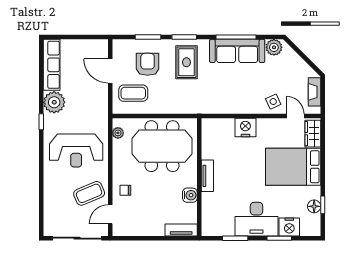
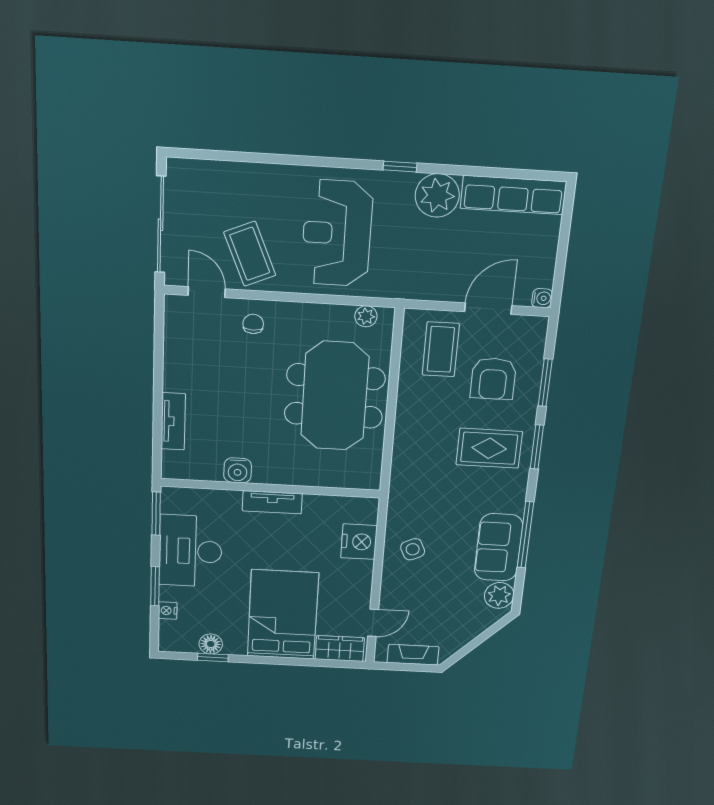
water cooler: (103, 44) -> (542, 298), added
sofa: (237, 51) -> (499, 547), width x0.73
armchair: (148, 64) -> (493, 379), turned 90
side table: (273, 102) -> (413, 549), moved
tv unit: (207, 176) -> (272, 502), moved
wall: (199, 177) -> (271, 488), moved
water cooler: (190, 195) -> (238, 470), moved
nightstand: (289, 227) -> (168, 611), width x0.53, depth x0.56

